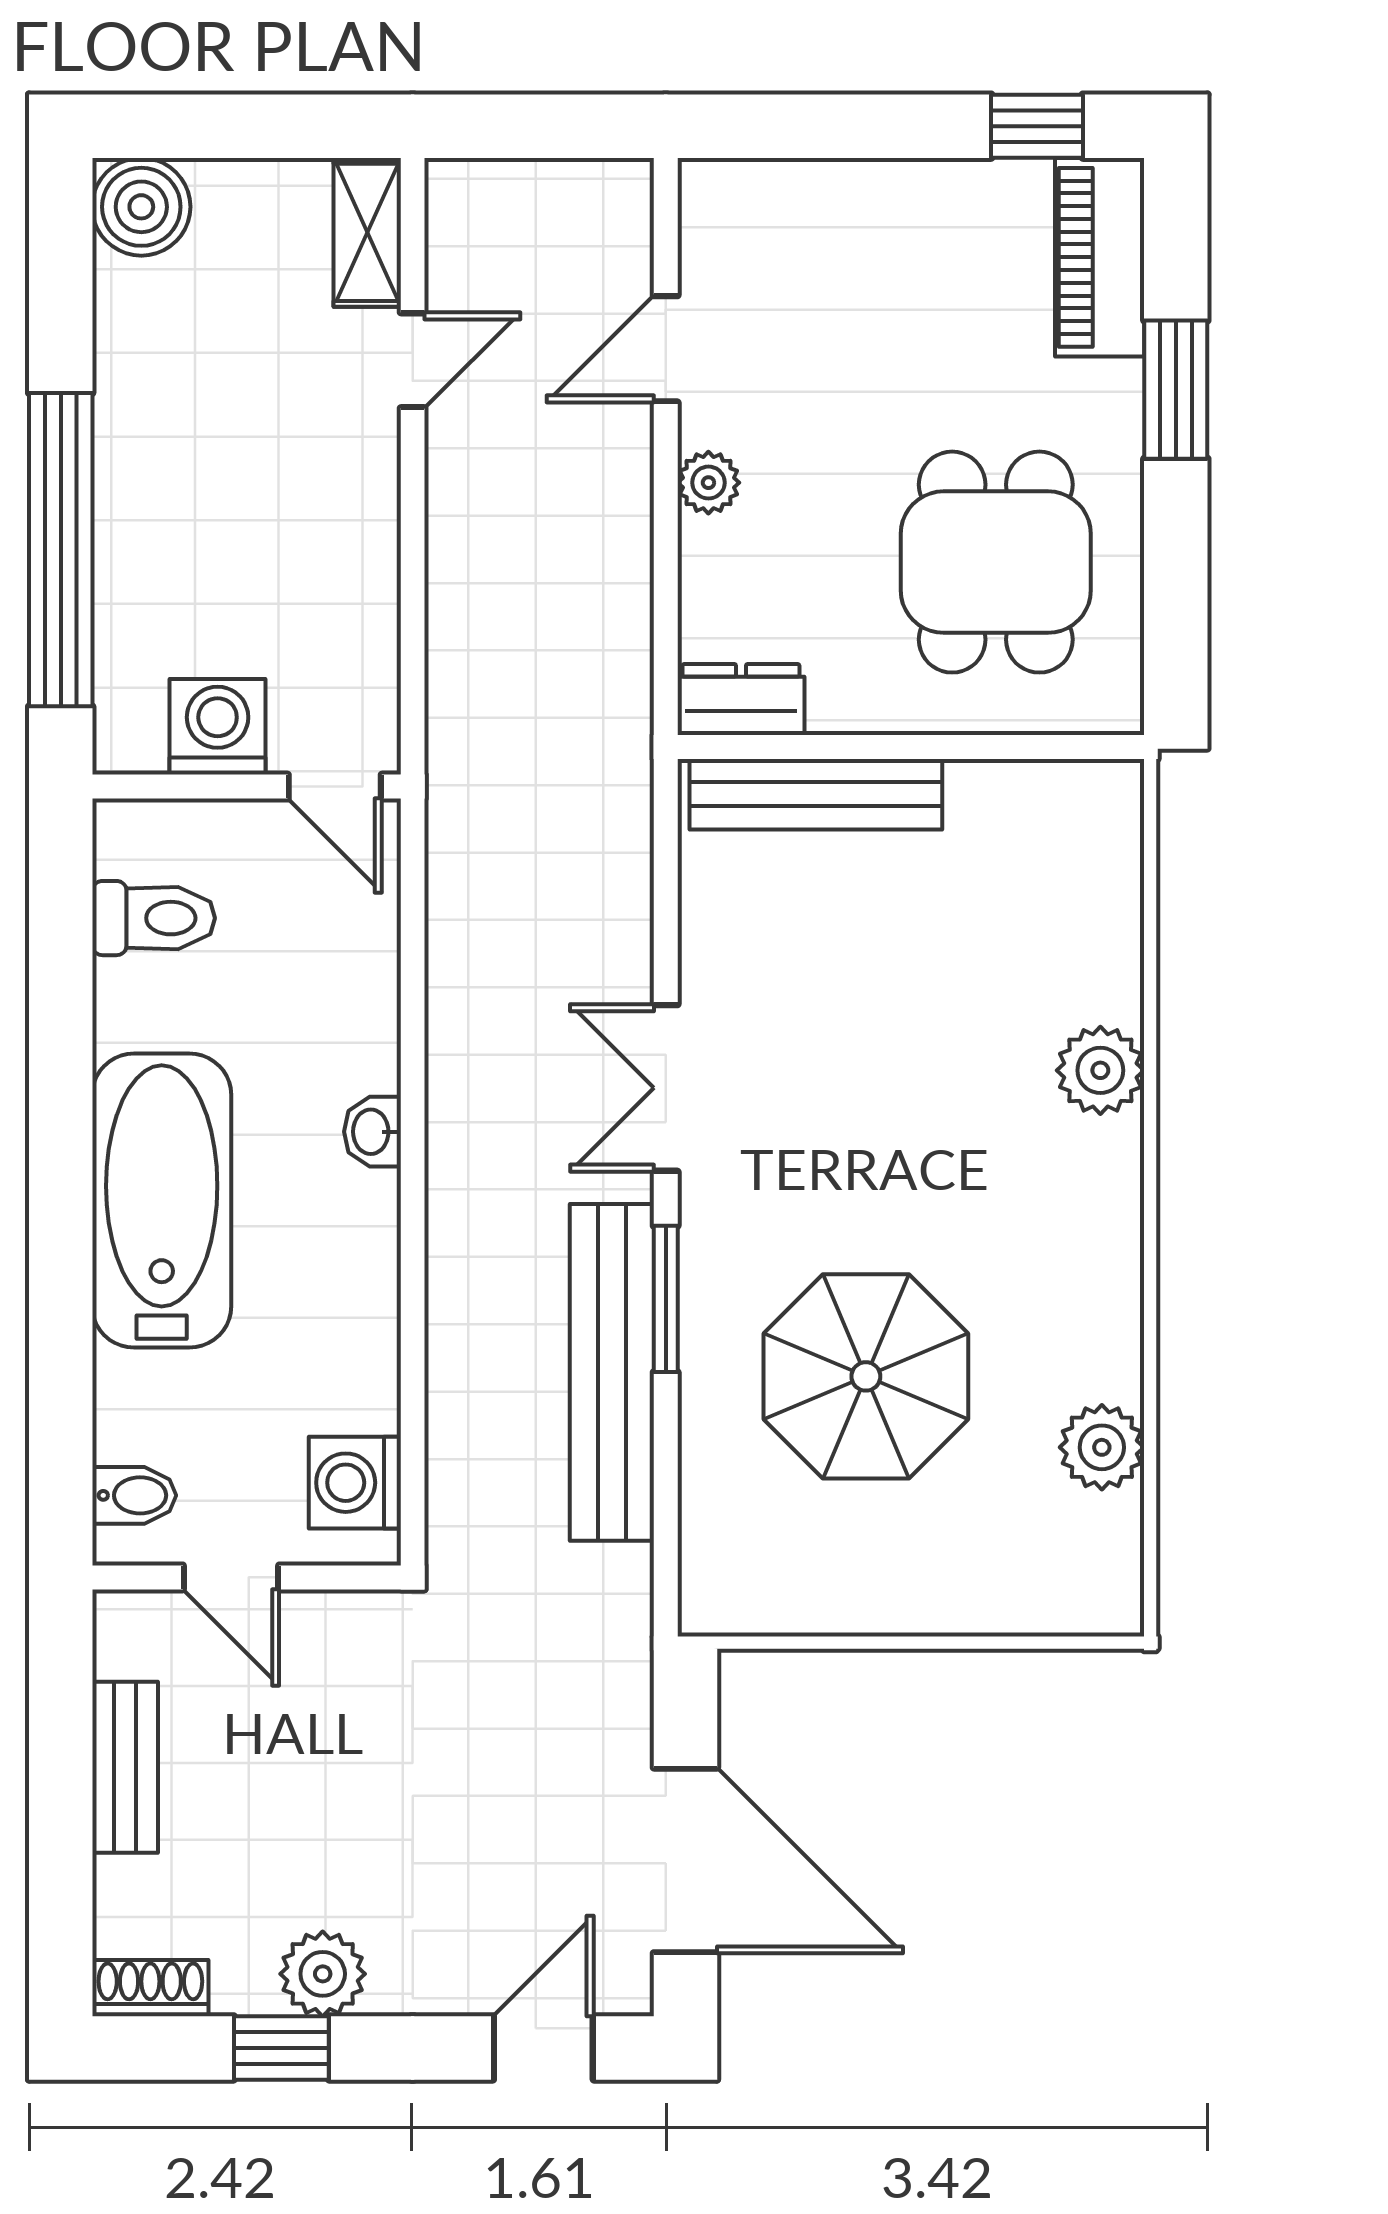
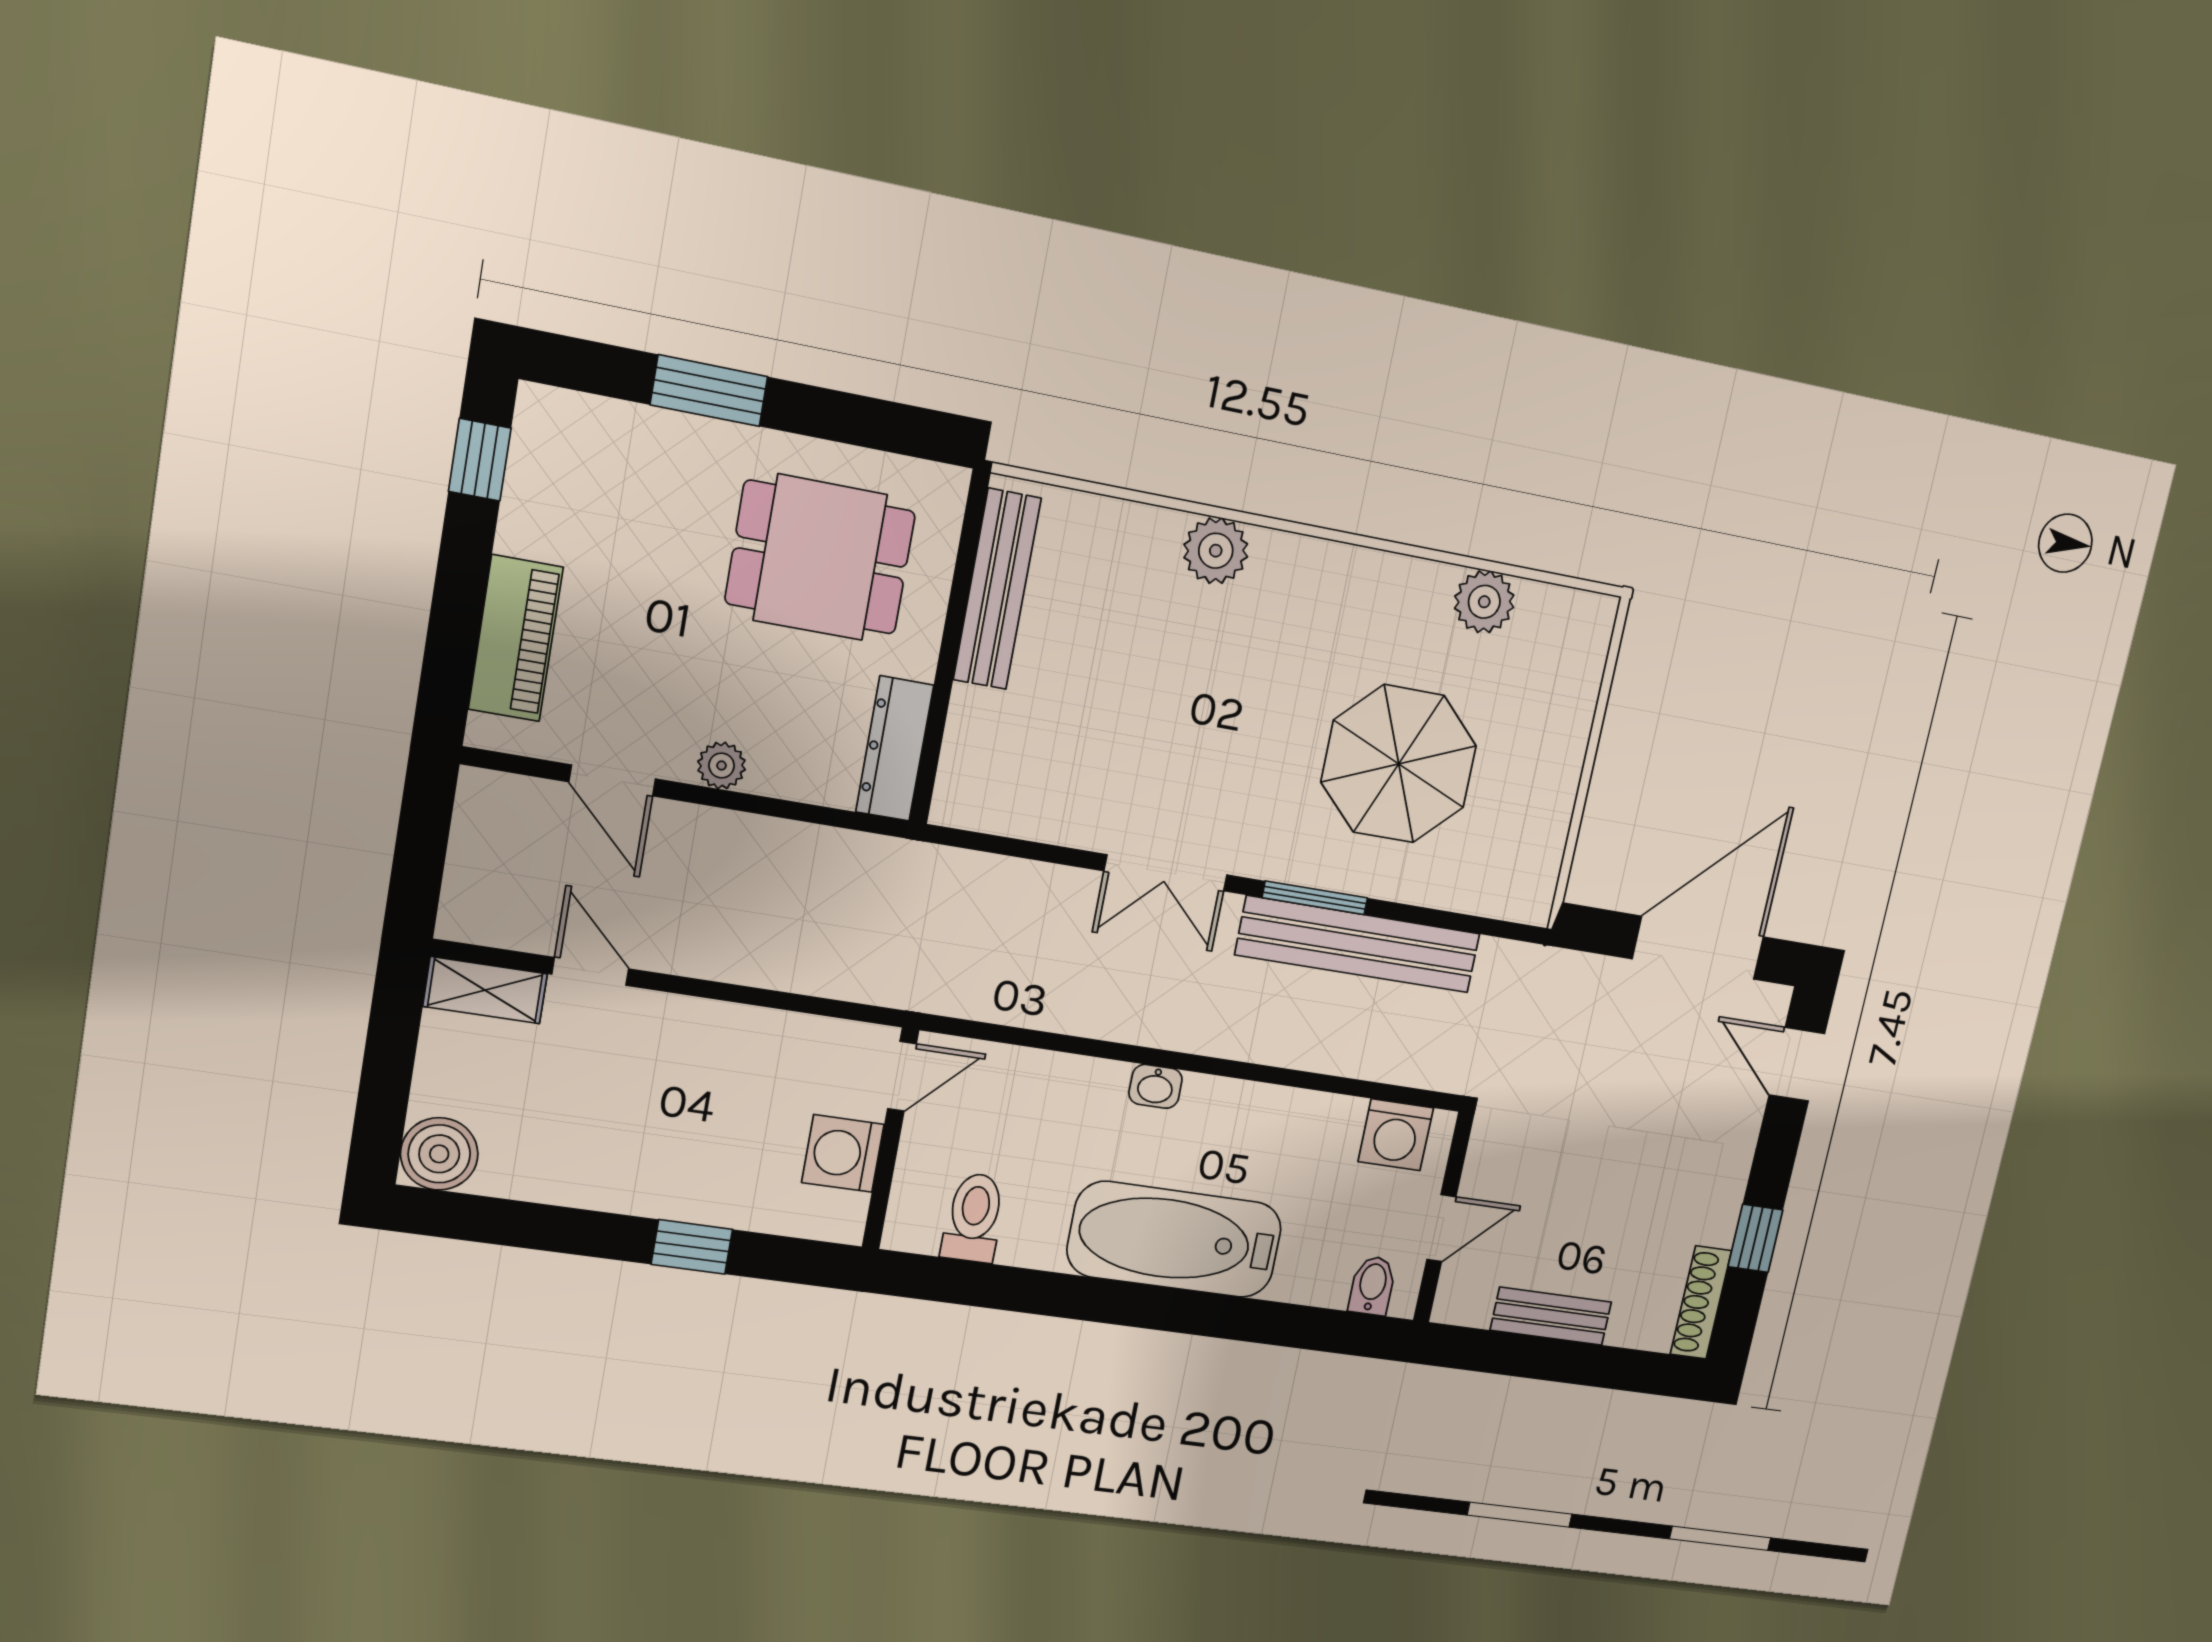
piano: (1100, 257) -> (516, 638), moved, turned -90
window: (61, 550) -> (692, 1247), width x0.32
dresser: (741, 700) -> (895, 749), width x1.44
bench: (816, 794) -> (997, 589), moved
plant: (323, 1974) -> (1715, 1204), removed
shoe rack: (150, 1988) -> (1701, 1303), width x1.43

